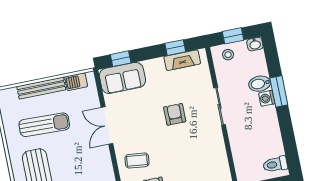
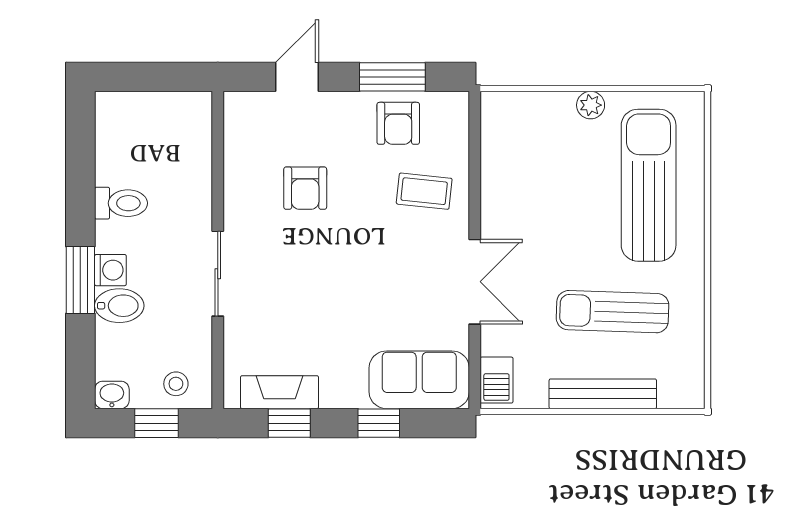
window: (121, 59) -> (379, 423), moved
barbecue: (76, 82) -> (496, 380), moved, turned 90
armchair: (175, 114) -> (305, 188), moved
toilet: (275, 164) -> (121, 203), moved

